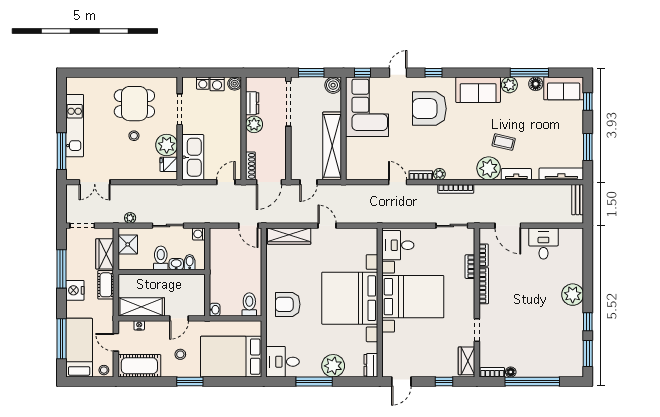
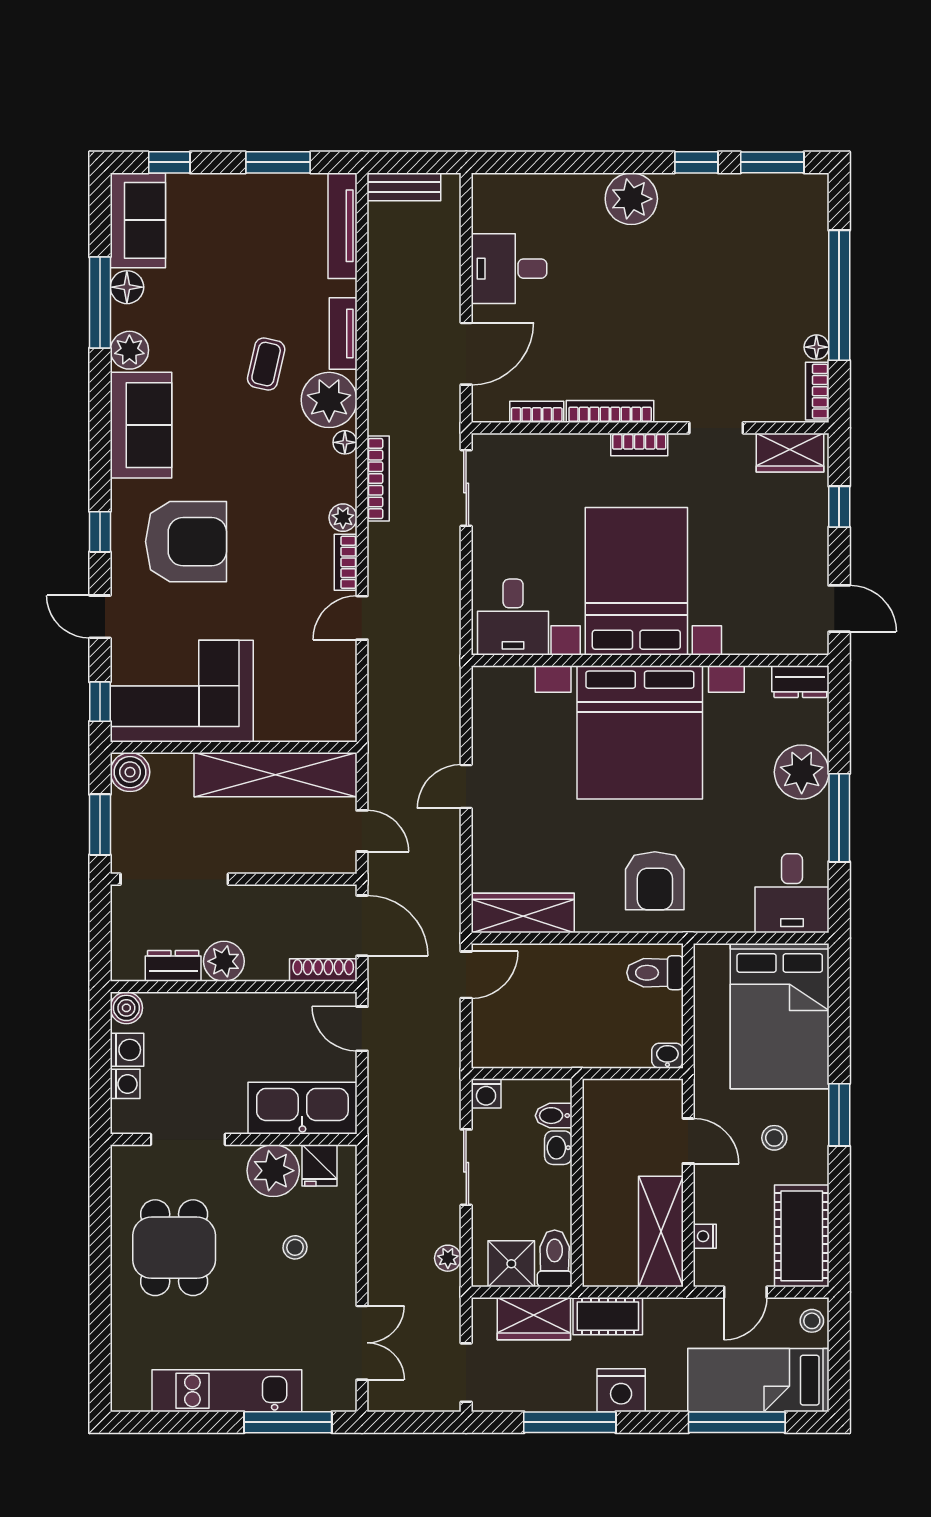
armchair: (429, 109) -> (186, 542), turned -90
stool: (134, 136) -> (295, 1247), moved
floor lamp: (471, 175) -> (345, 442), added
wardrobe: (289, 236) -> (523, 913), moved, turned -90
toilet: (161, 258) -> (555, 1258), moved, turned 90
bookcase: (470, 267) -> (639, 445), moved

